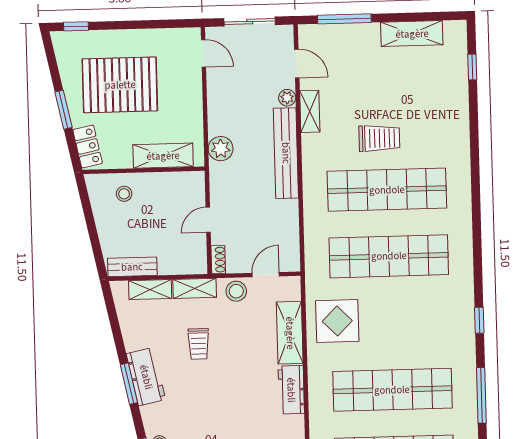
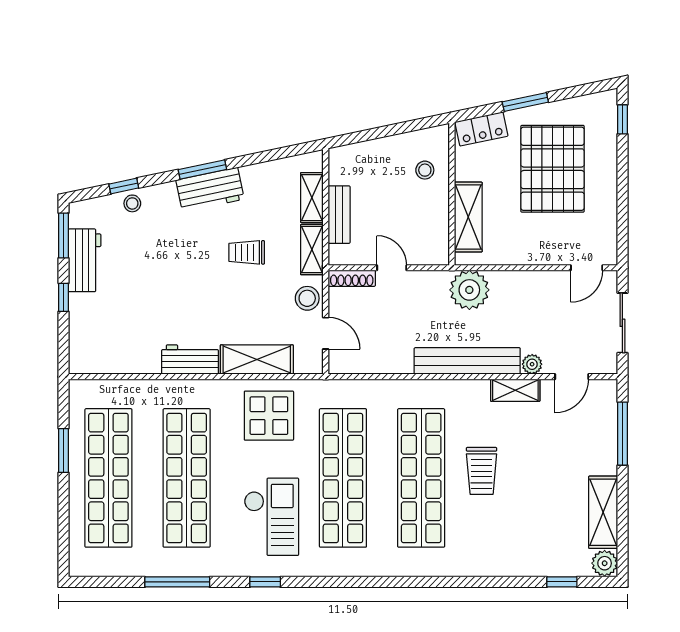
plant: (455, 31) -> (605, 563), added
plant: (221, 149) -> (469, 290), width x1.36, depth x1.36
shoe rack: (218, 260) -> (352, 278), width x1.43
bench: (132, 267) -> (339, 215), moved
checkout: (424, 316) -> (271, 517), added

